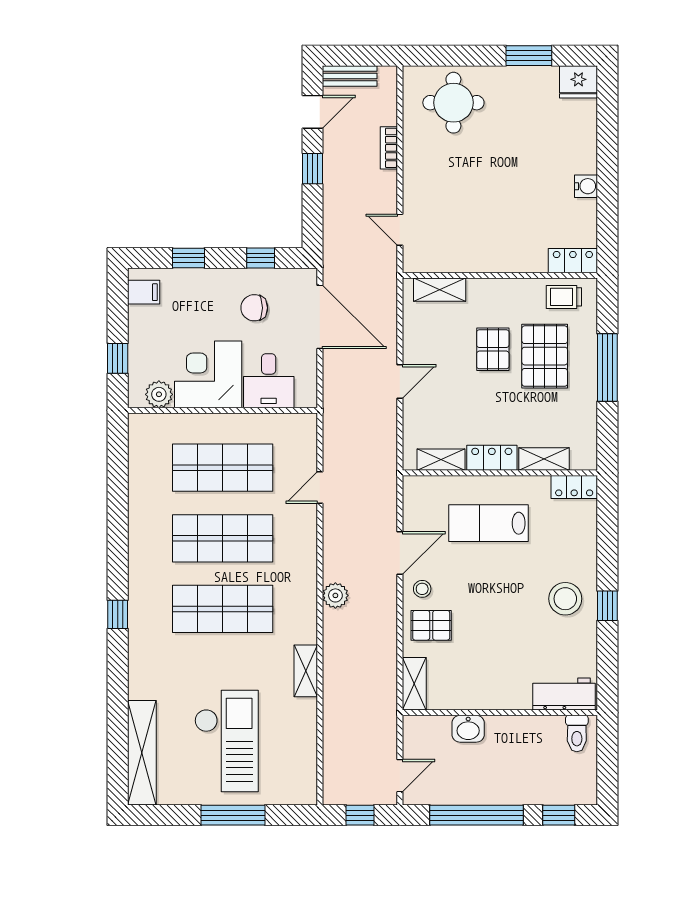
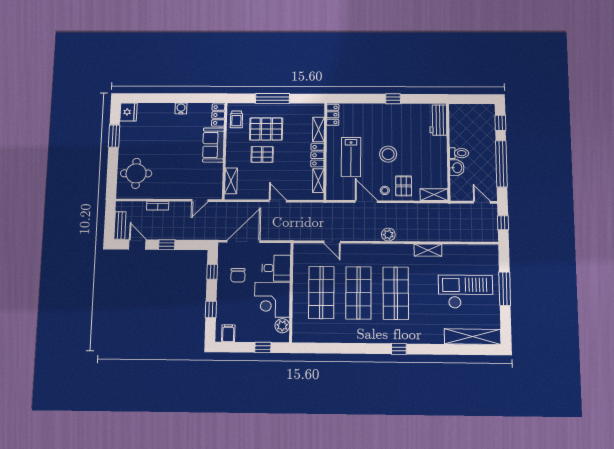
sofa: (512, 253) -> (213, 145), added
stool: (565, 599) -> (388, 154), moved
toilet: (577, 734) -> (459, 153), moved

